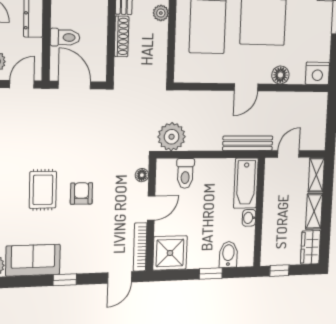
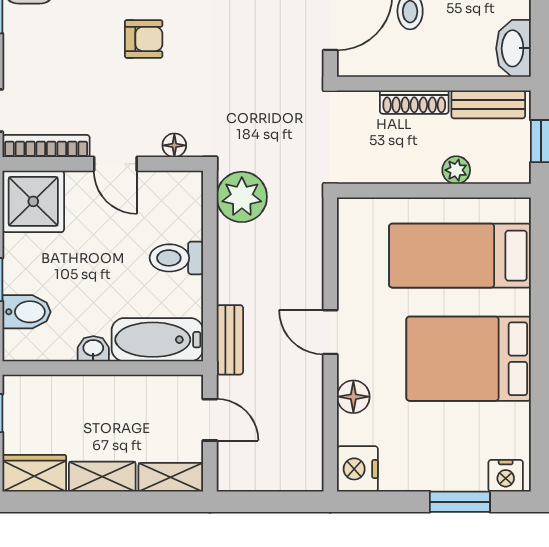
bench: (248, 143) -> (230, 340), width x0.73
toilet: (185, 173) -> (176, 258), moved

